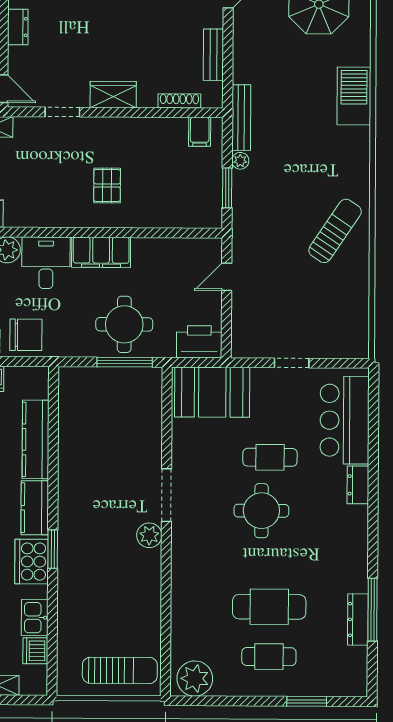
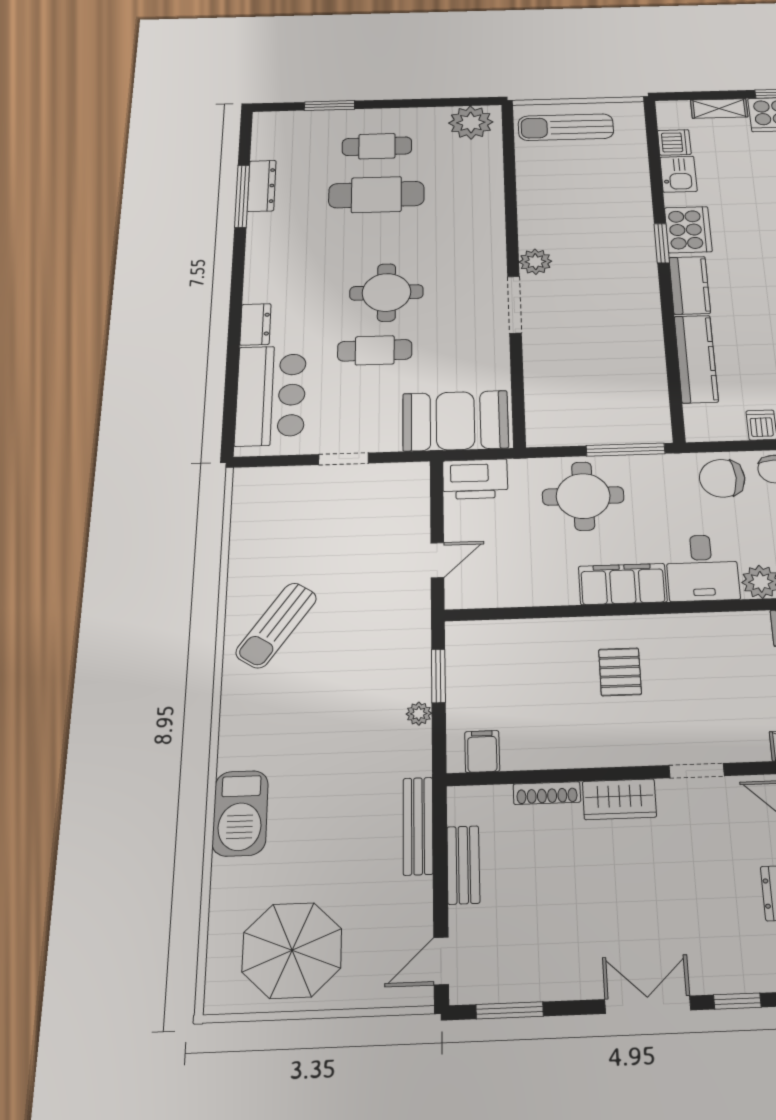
shoe rack: (179, 101) -> (547, 793), moved
bench: (241, 118) -> (418, 826), moved
window: (125, 362) -> (626, 450), moved

